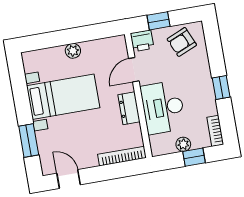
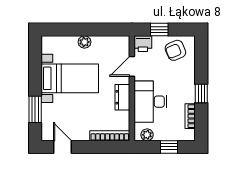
bookcase: (215, 131) -> (190, 116), moved
plant: (183, 144) -> (147, 135), moved

